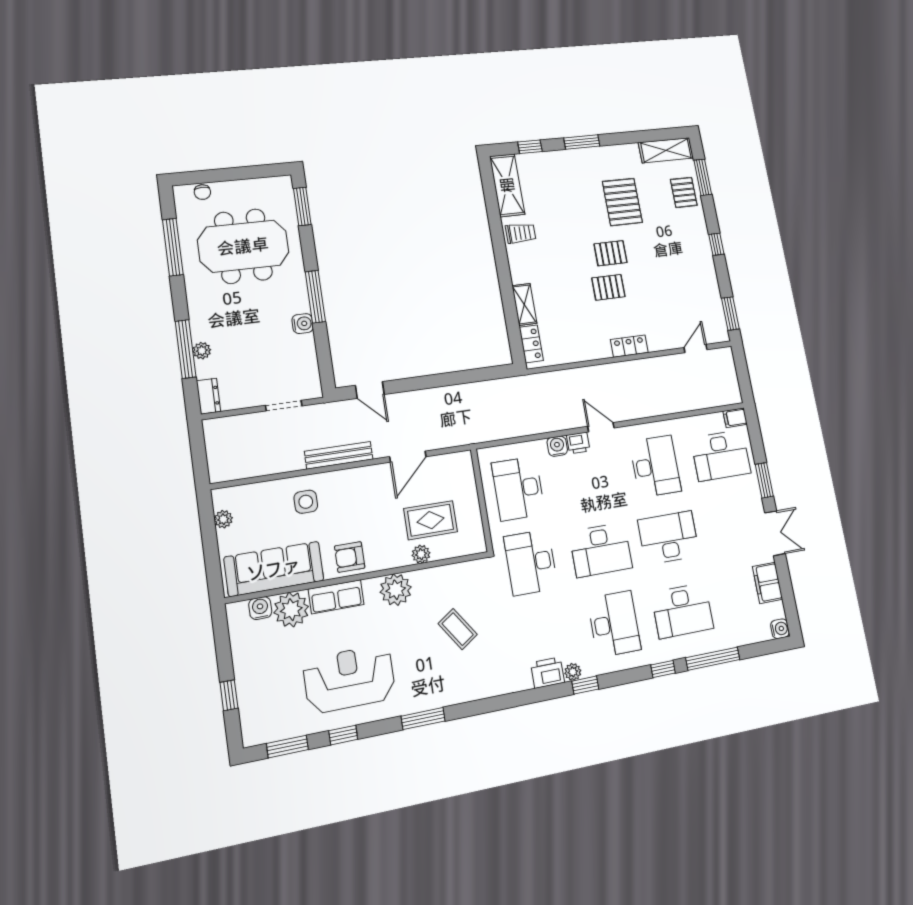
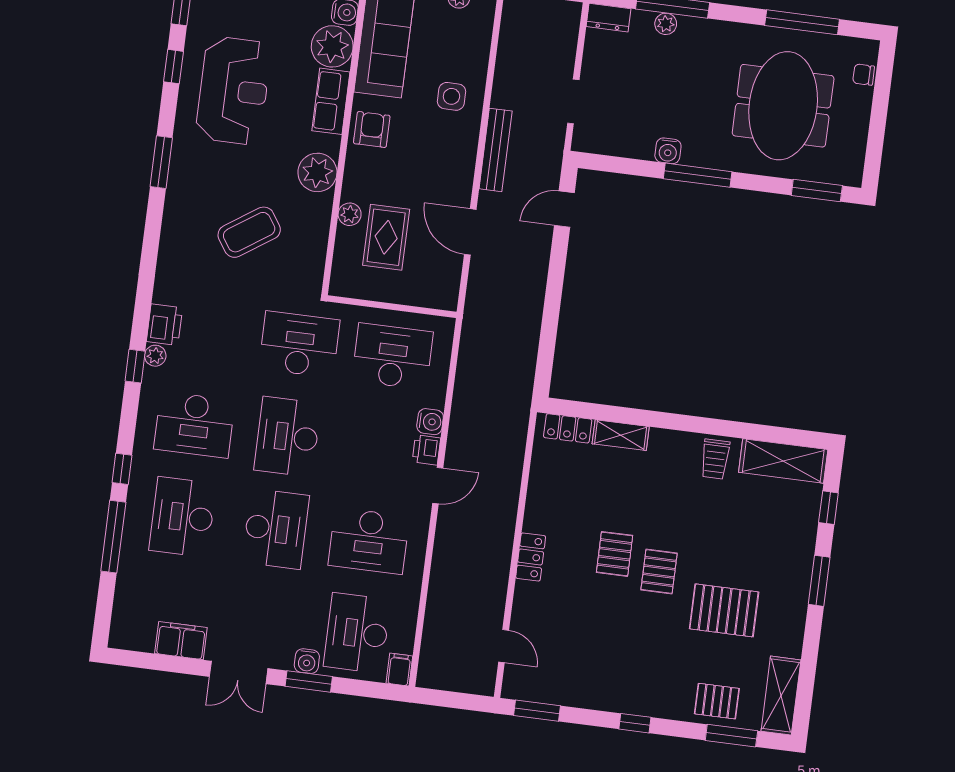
coffee table: (458, 629) -> (249, 232), width x1.36, depth x1.30
water cooler: (780, 629) -> (307, 661), moved

